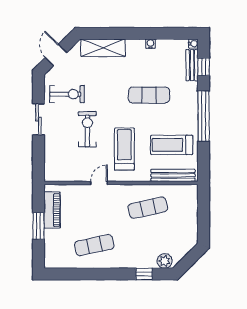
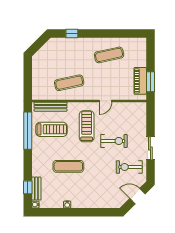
shelving: (103, 48) -> (103, 201), removed
door: (56, 55) -> (137, 196), swing flipped
window: (204, 116) -> (28, 131), moved
exercise bike: (87, 129) -> (114, 141), turned -90
treadmill: (124, 149) -> (87, 126), turned 180
window: (38, 226) -> (150, 82), moved
plant: (165, 261) -> (57, 43), removed

